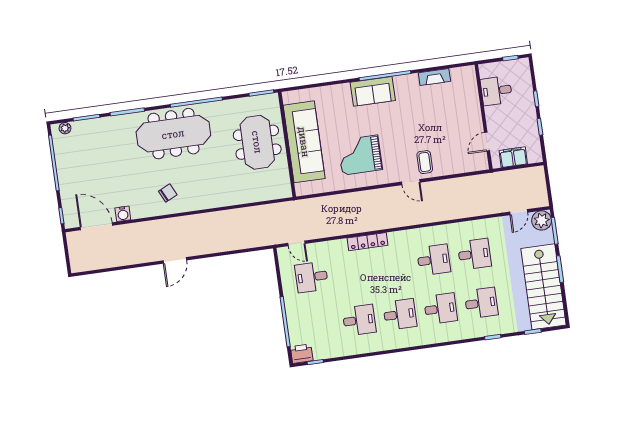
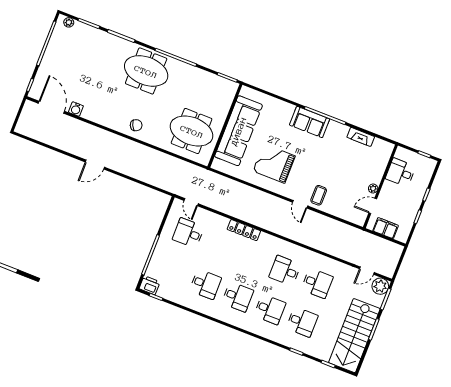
plant: (477, 123) -> (373, 189), added
meeting table: (173, 134) -> (146, 71), width x0.73
meeting table: (257, 142) -> (192, 131), moved, turned 90
chair: (168, 193) -> (136, 125), moved
desk: (434, 260) -> (285, 271), turned 180

